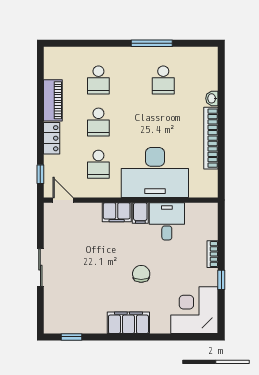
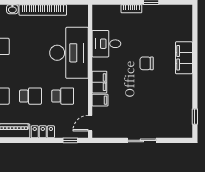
filing cabinet: (140, 213) -> (100, 100), moved
corner desk: (194, 310) -> (174, 23), removed
filing cabinet: (128, 323) -> (184, 58), moved

